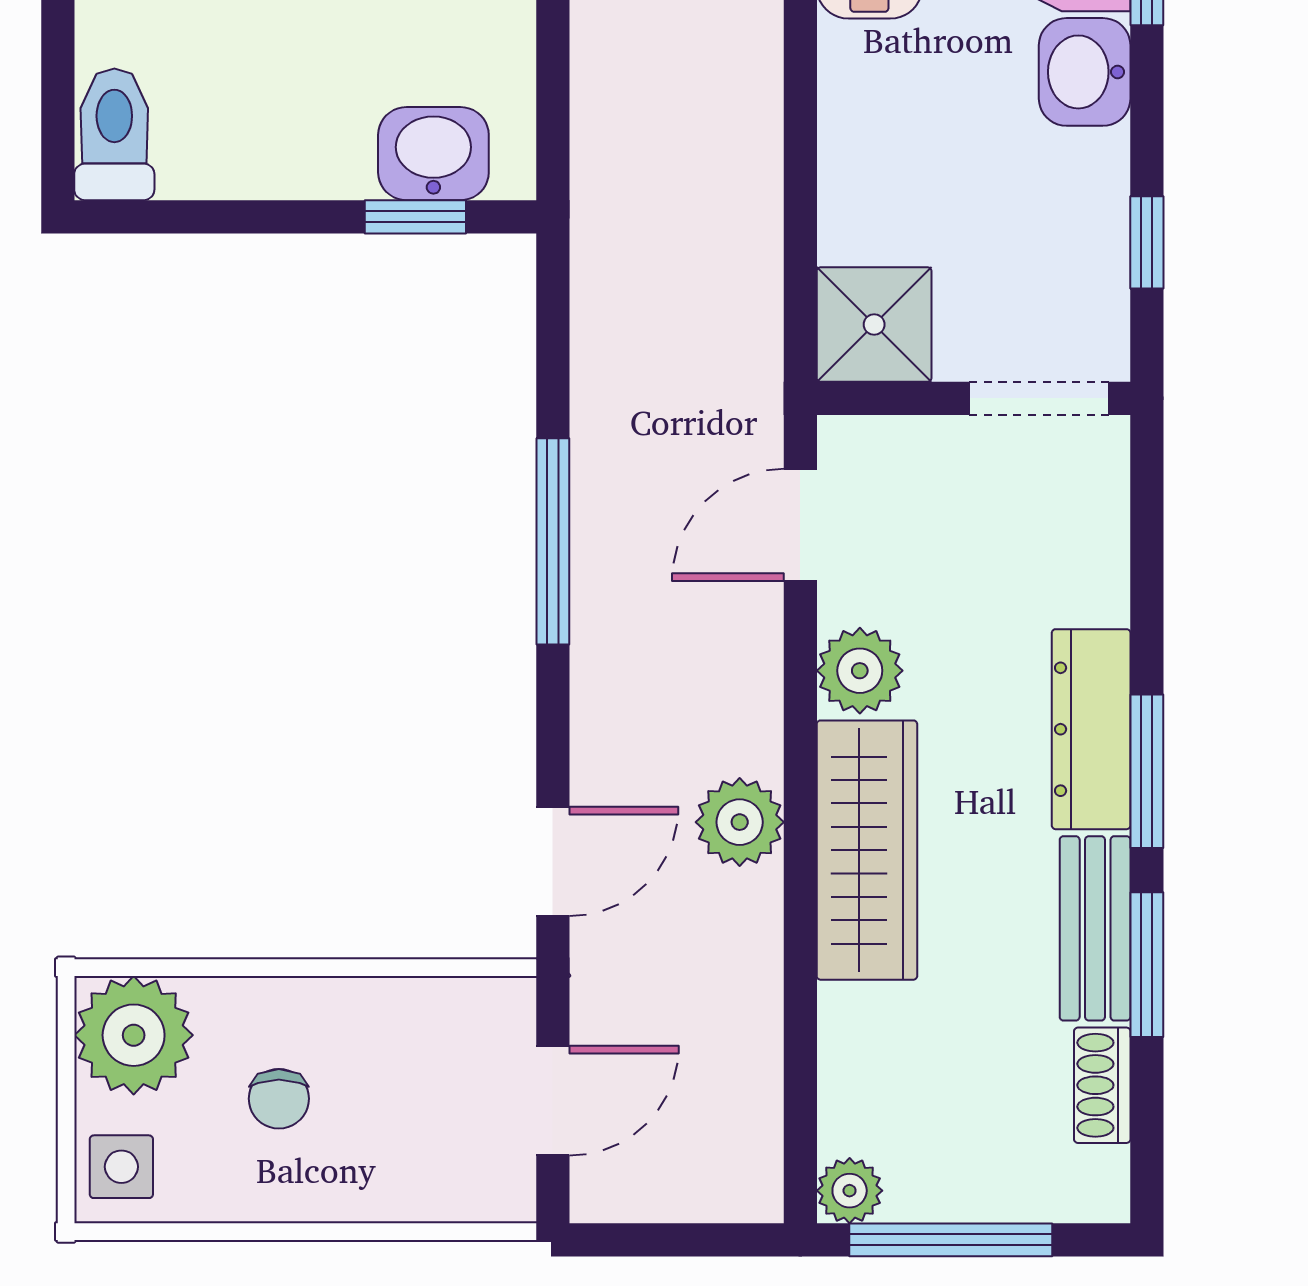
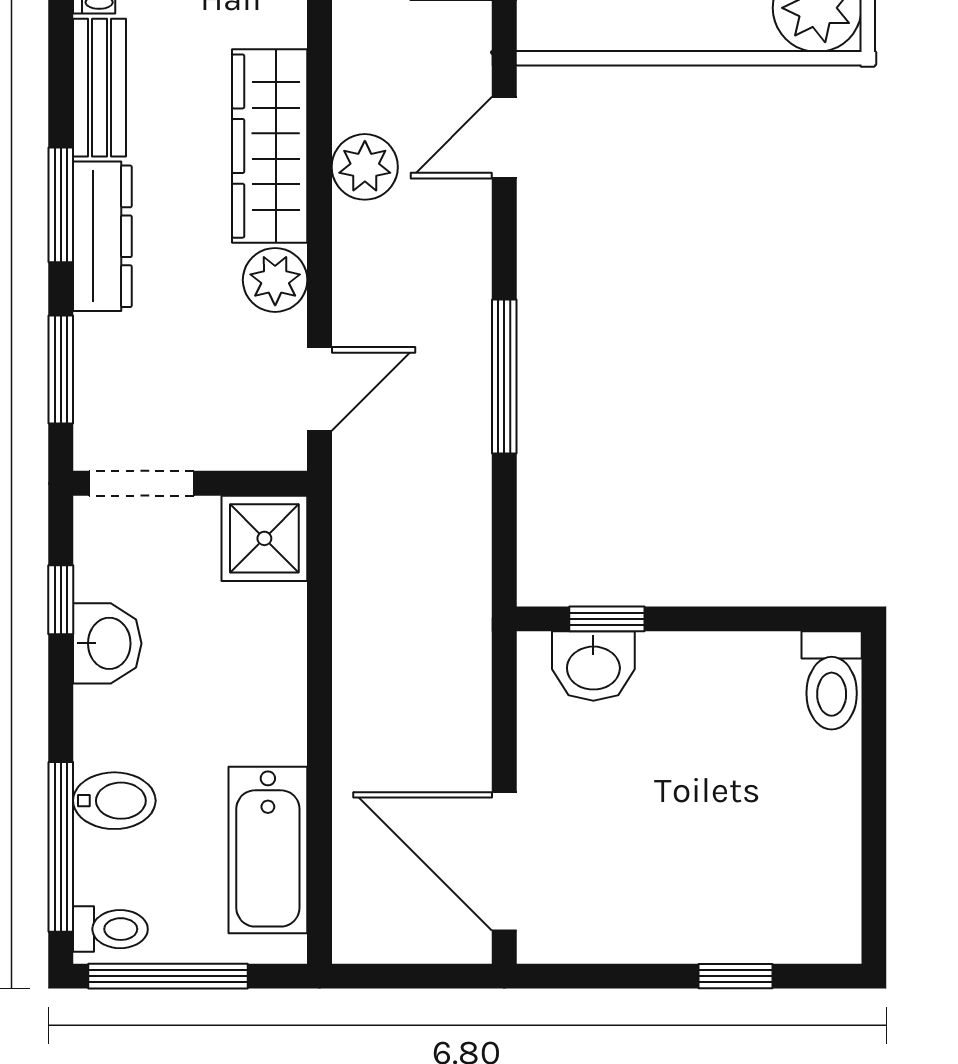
washbasin: (1085, 72) -> (107, 643), moved
window: (1147, 965) -> (61, 369), moved

